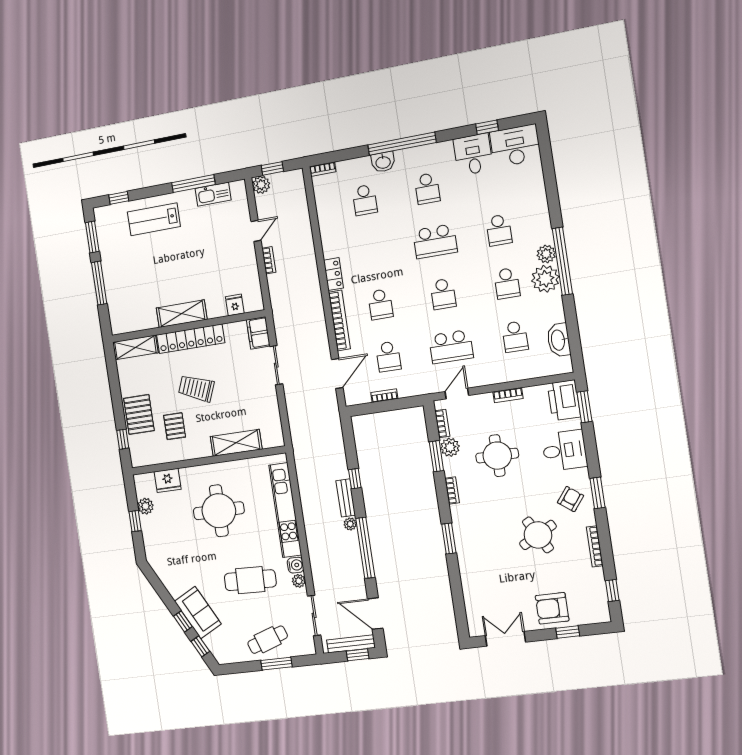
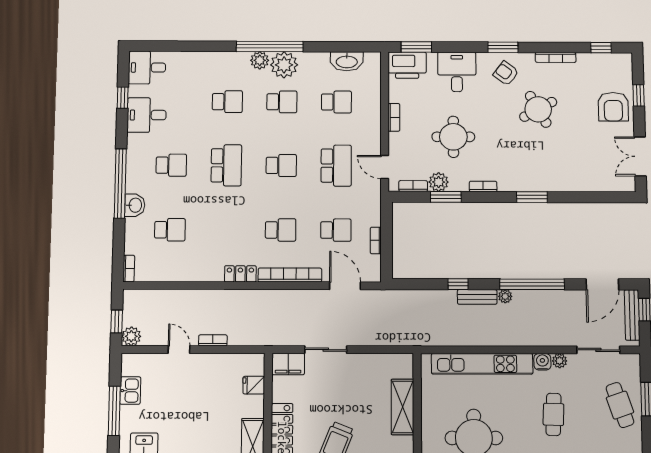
desk: (515, 146) -> (147, 68), width x0.73
kitchen sink: (213, 194) -> (130, 391), width x0.73
cafe table: (250, 580) -> (553, 414), width x0.73, depth x0.74

